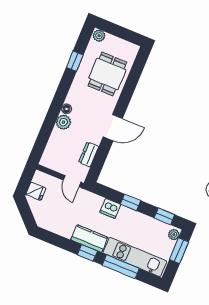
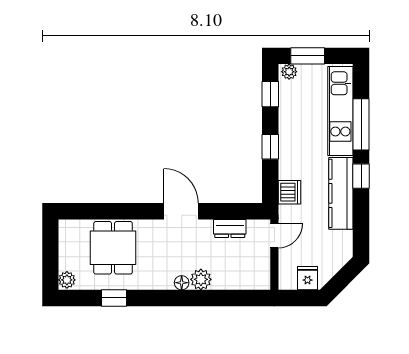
dining table: (107, 74) -> (113, 248), turned 90
dishwasher: (110, 208) -> (289, 192), moved
kitchen counter: (89, 239) -> (341, 193), width x1.50

